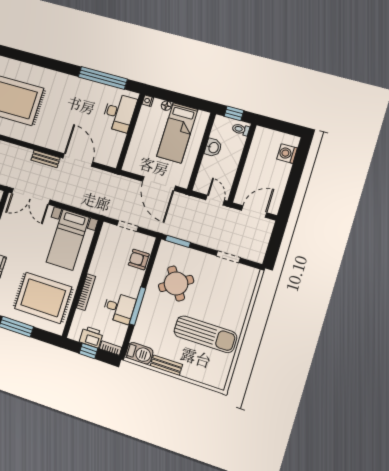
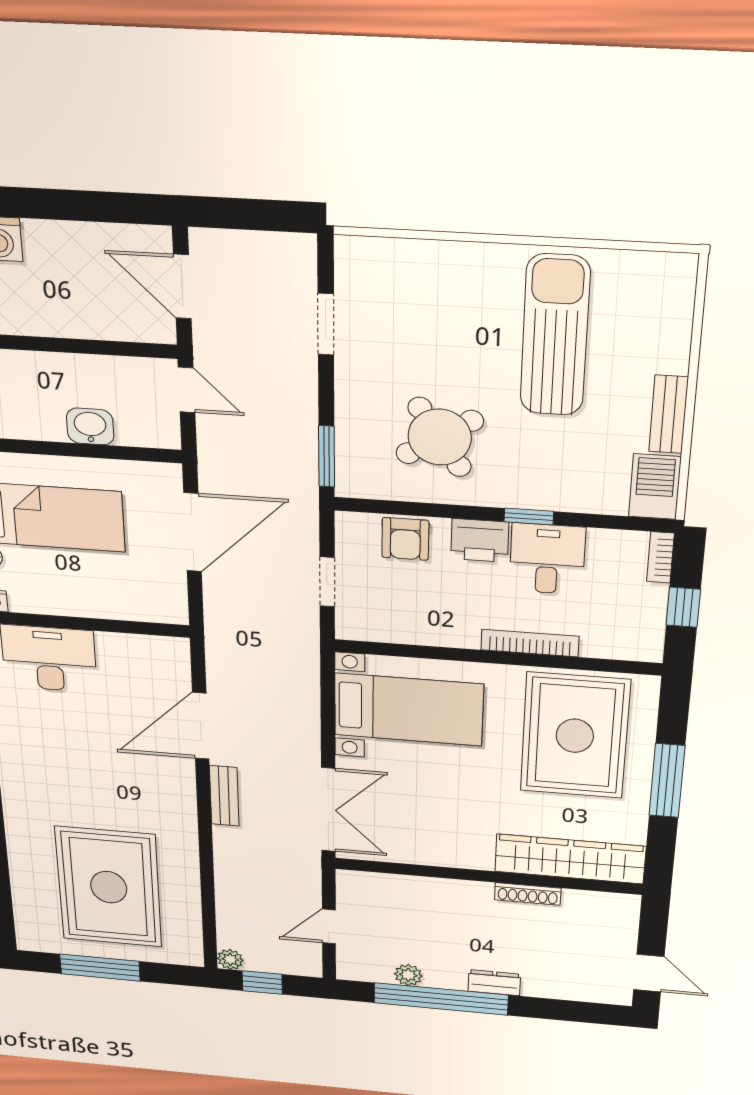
washbasin: (213, 148) -> (90, 426), moved
door: (215, 200) -> (187, 390), swing flipped
window: (138, 306) -> (529, 517), width x0.46
printer: (91, 337) -> (480, 540), moved, turned -90

